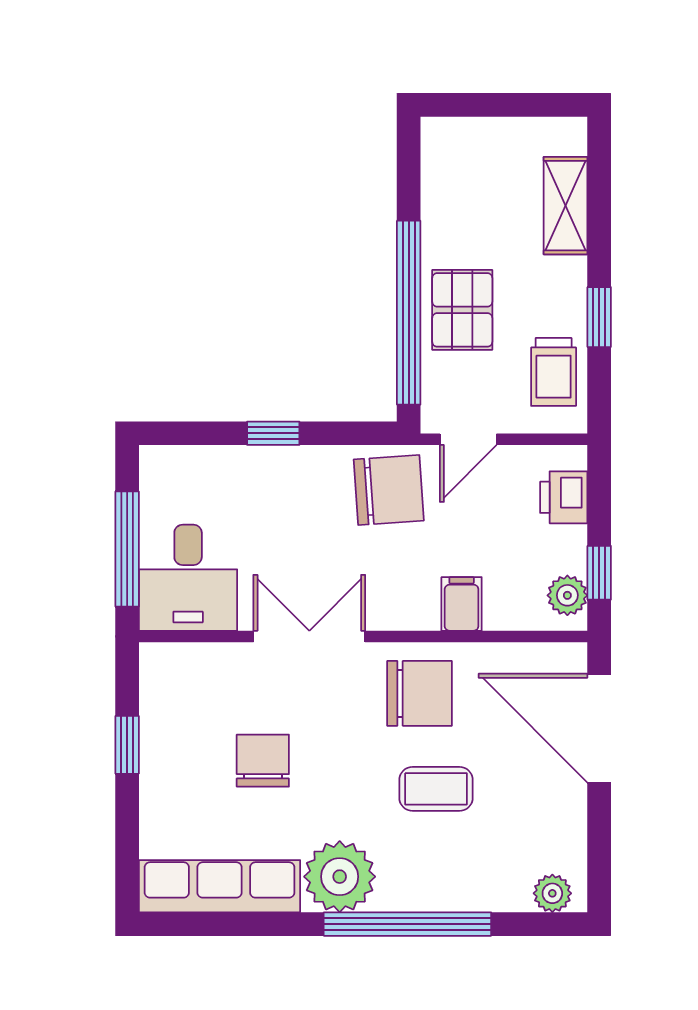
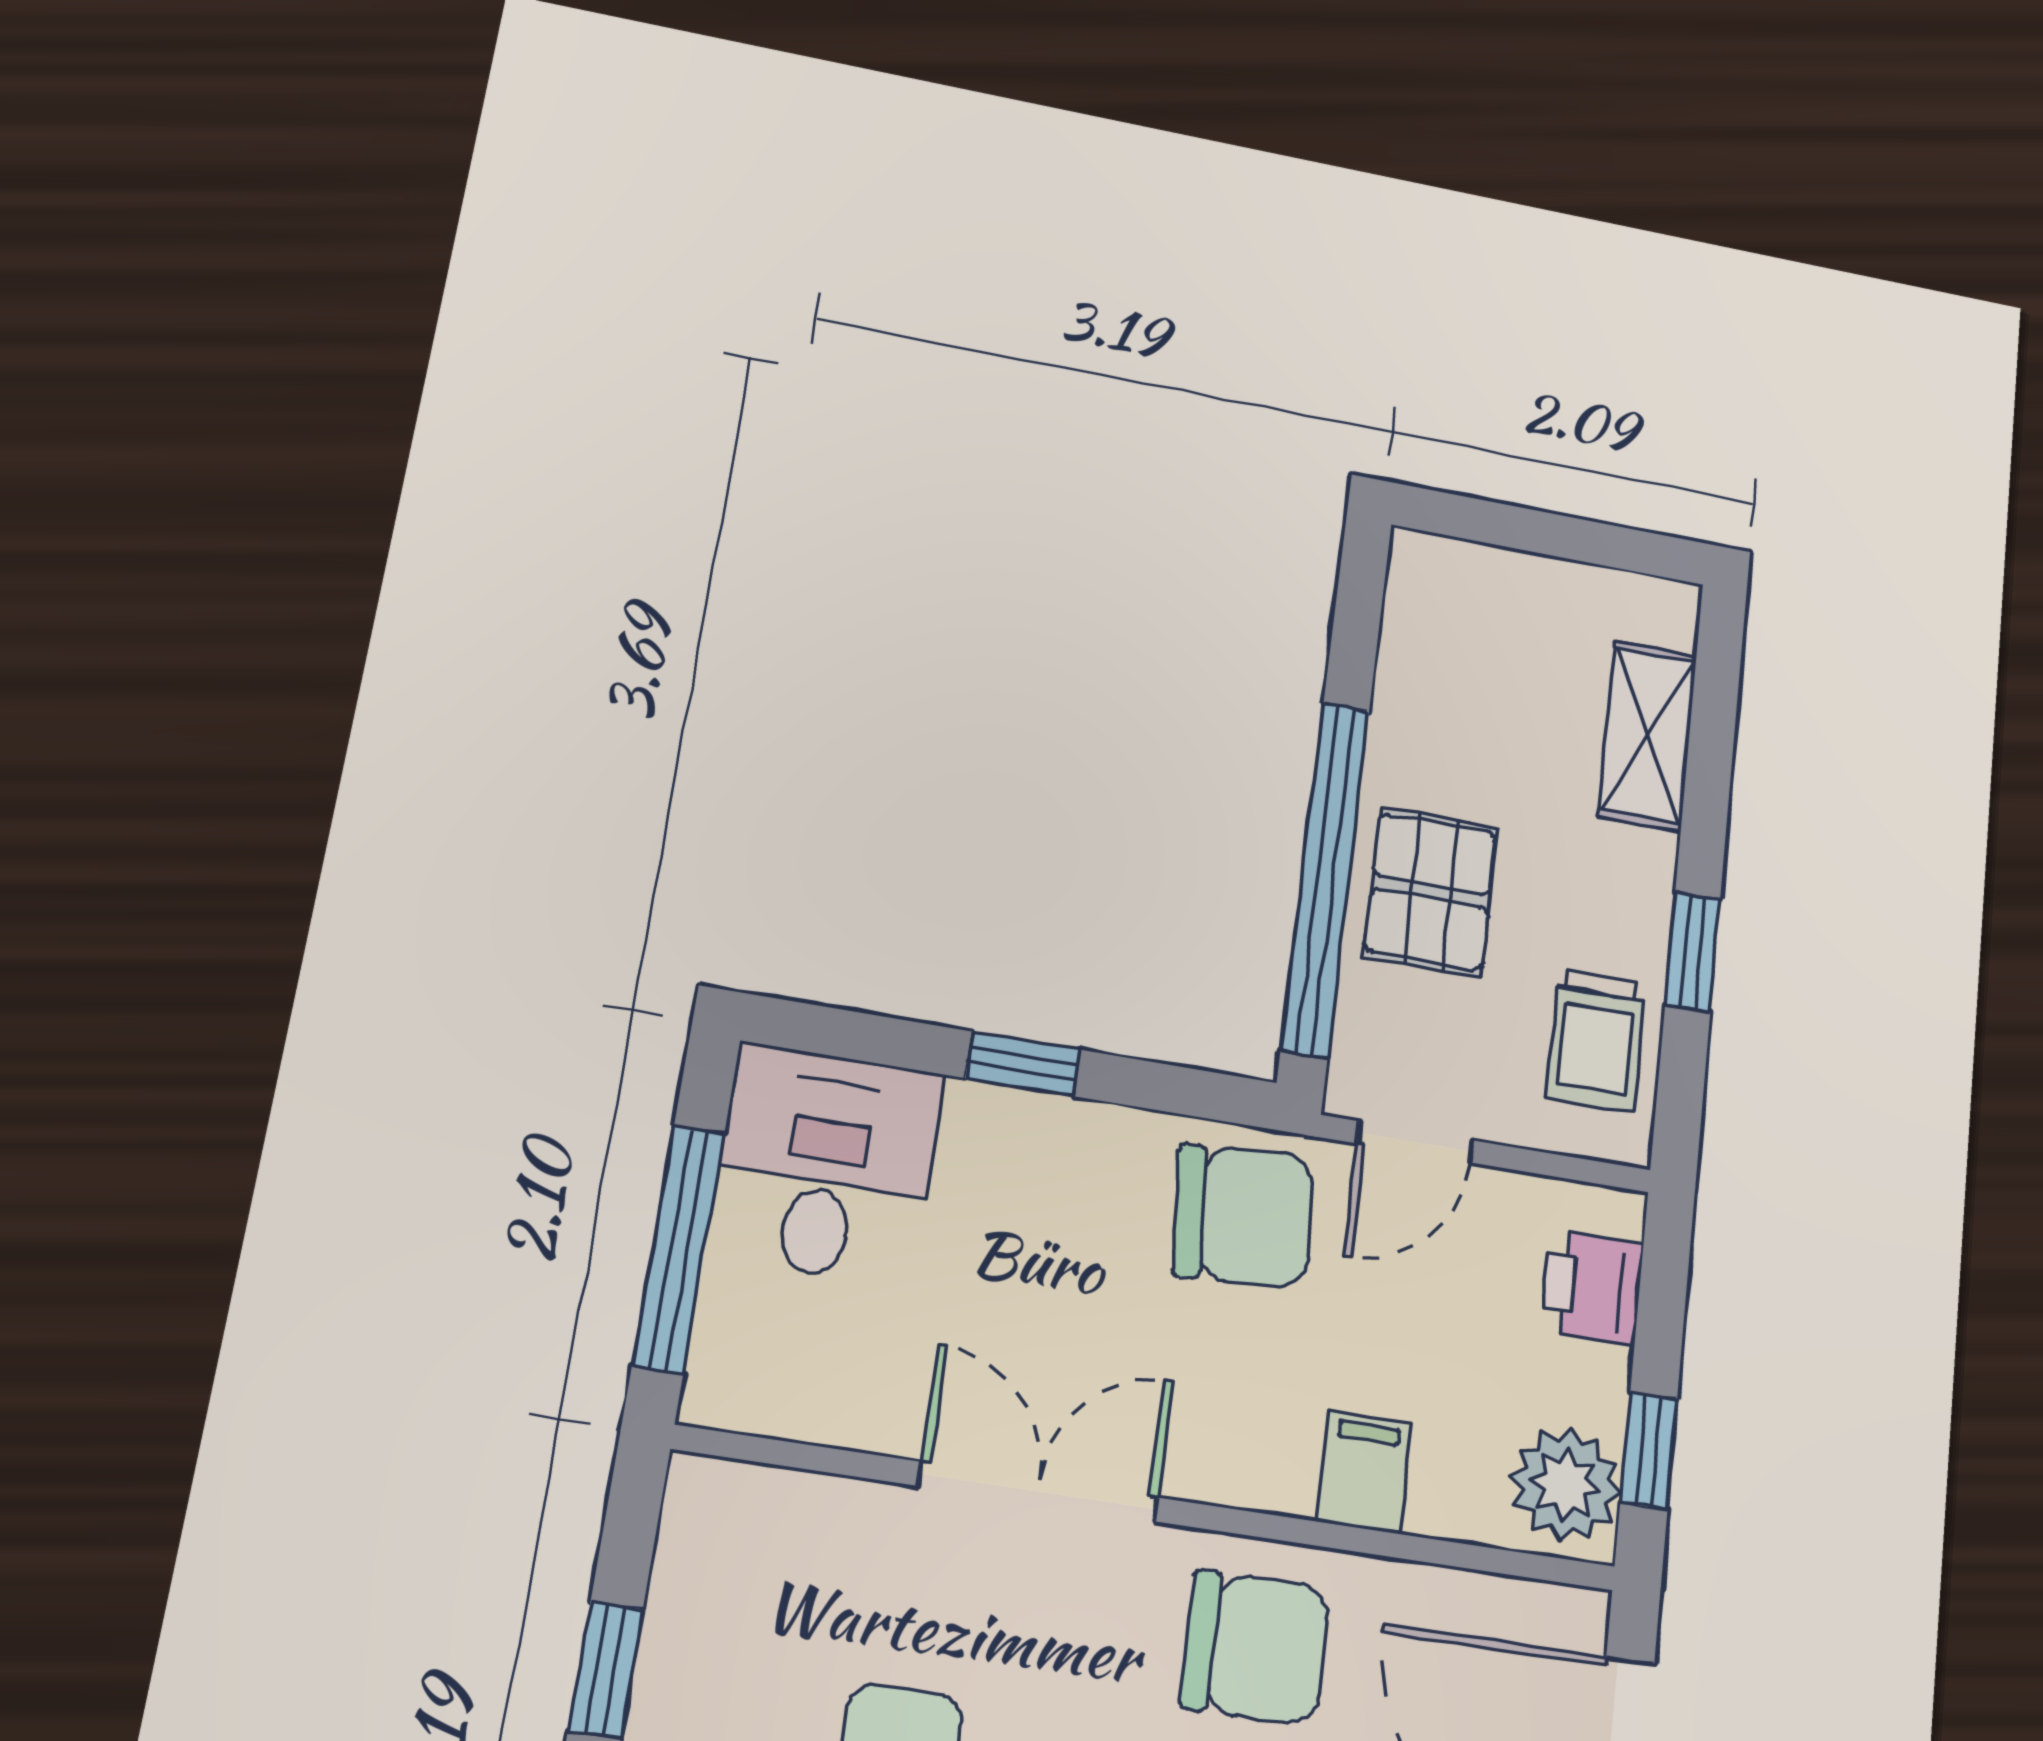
desk: (188, 578) -> (826, 1164), moved, turned 180
plant: (567, 595) -> (1566, 1485), width x1.38, depth x1.38

